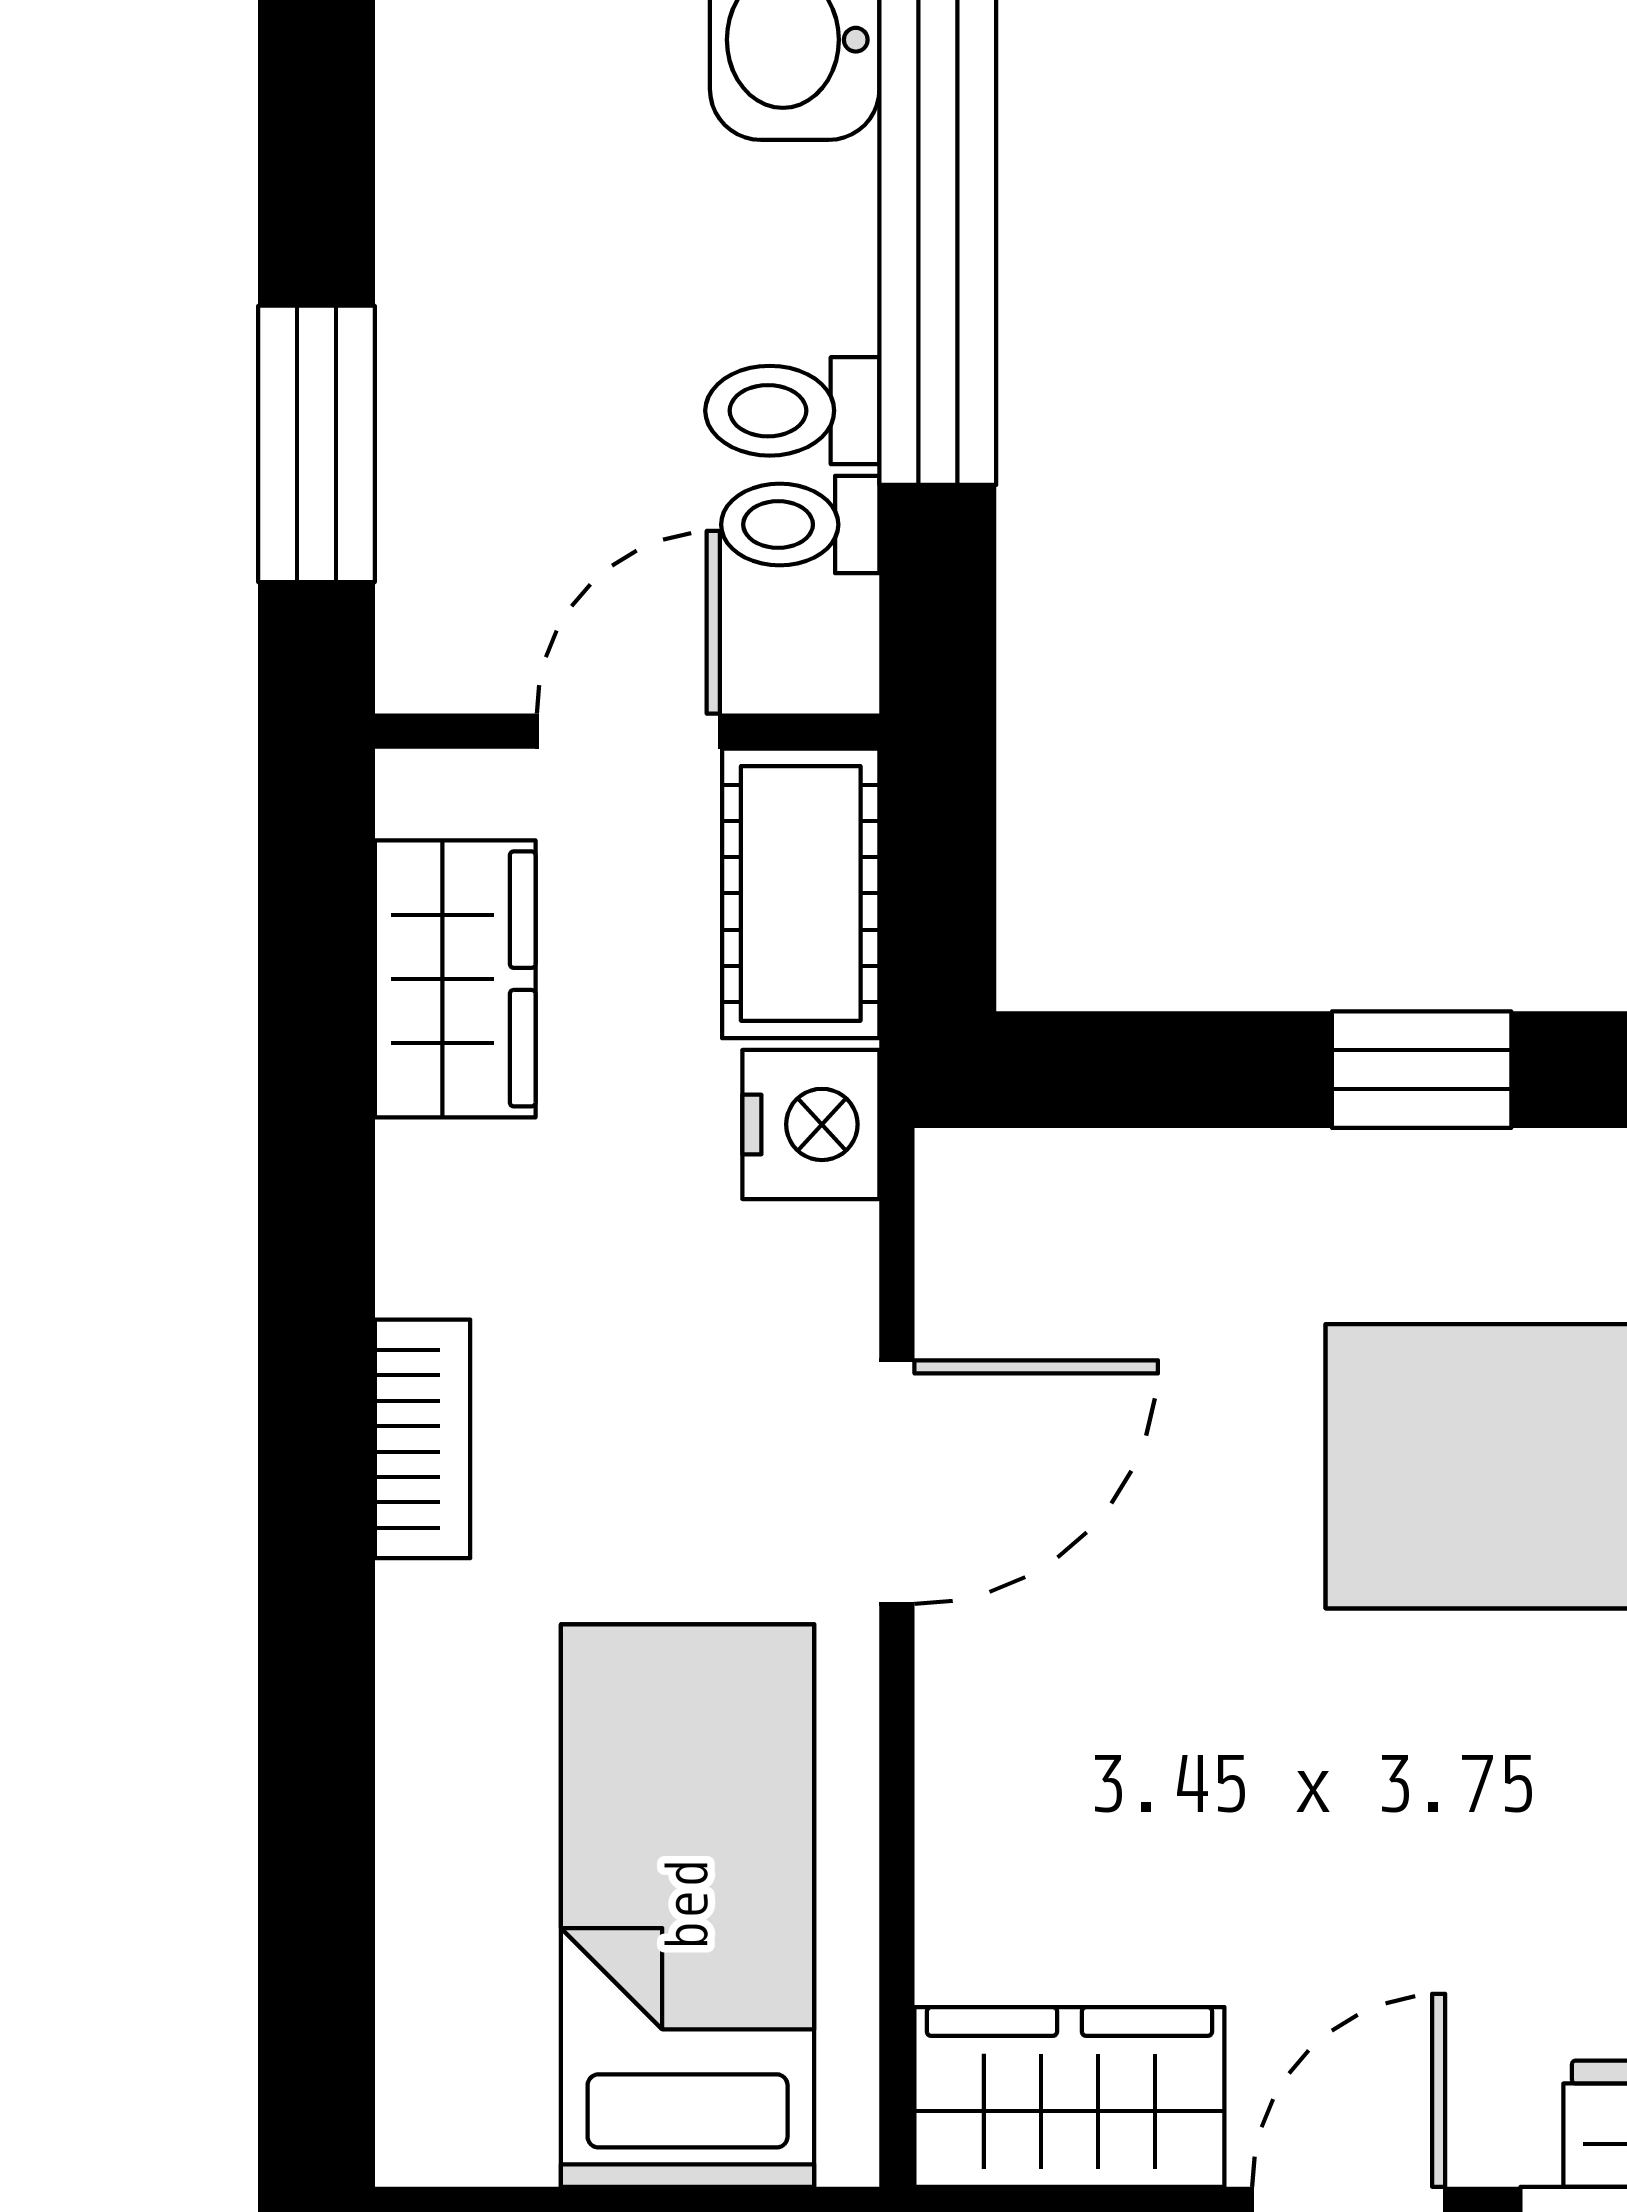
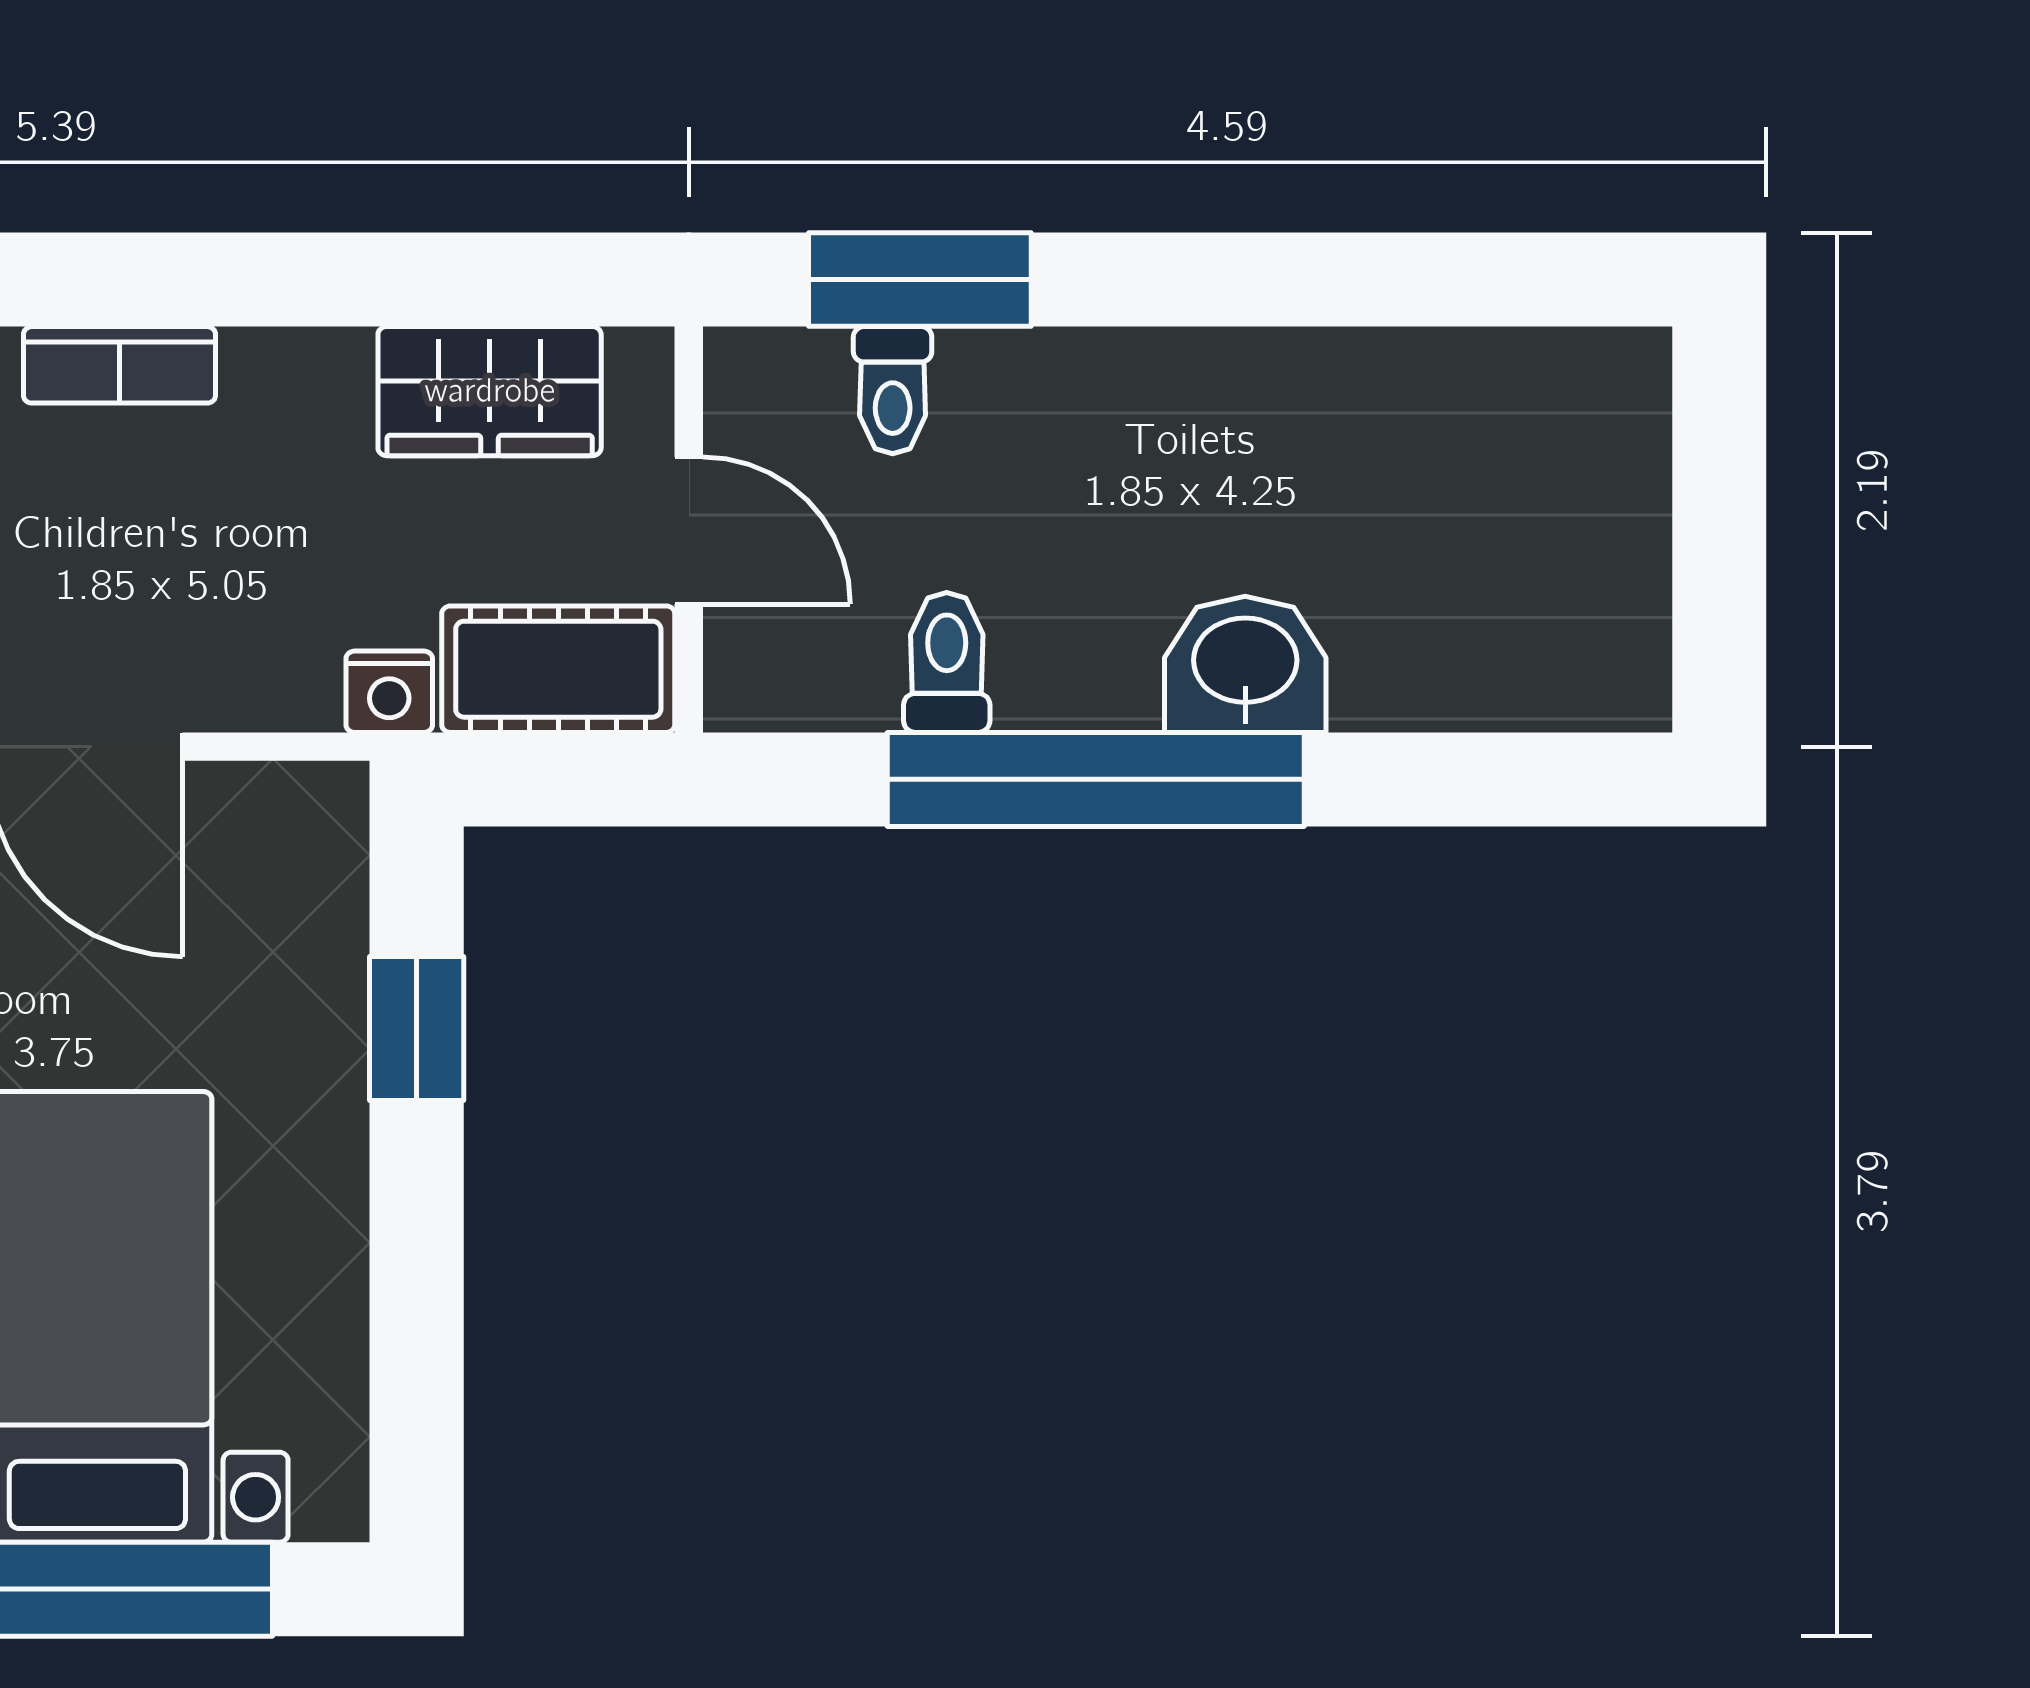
toilet: (800, 525) -> (893, 390), moved, turned 180
window: (1422, 1070) -> (417, 1029), moved
nightstand: (811, 1124) -> (389, 692), width x0.72, depth x0.74

